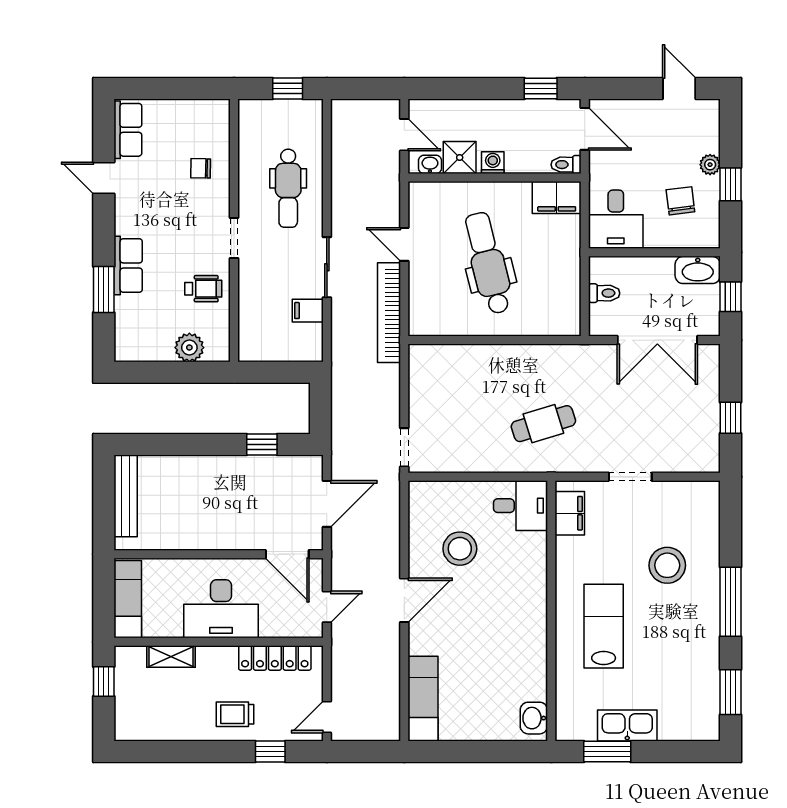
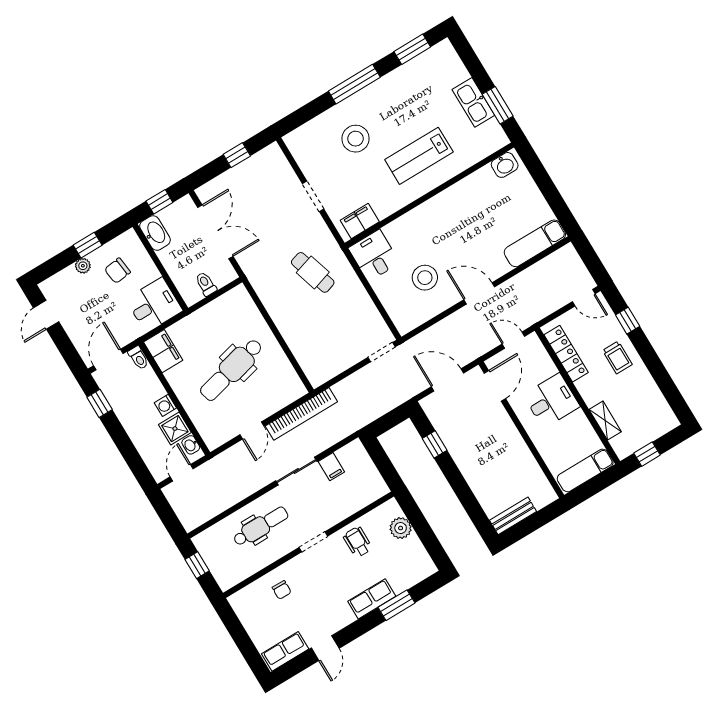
bench: (126, 496) -> (513, 516), width x0.73
desk: (221, 609) -> (551, 401), width x0.73

